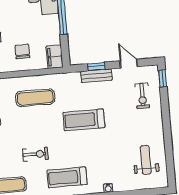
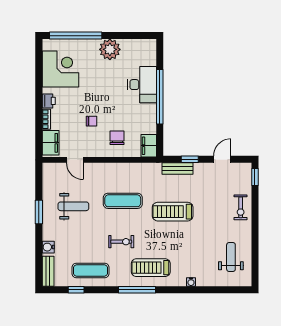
door: (129, 64) -> (222, 159), hinge flipped
bench: (96, 76) -> (177, 168), moved
exercise bike: (142, 96) -> (241, 207), moved
exercise mat: (35, 98) -> (123, 201), moved

